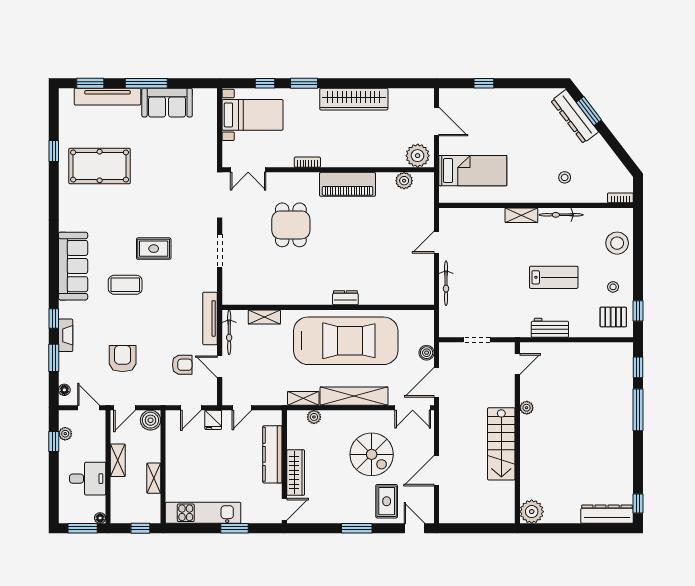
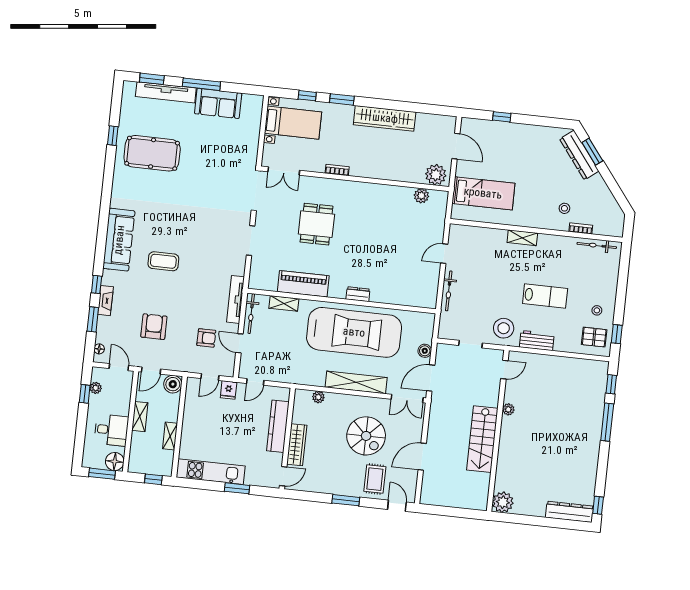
piano: (347, 184) -> (303, 284), moved, turned 180
bookcase: (620, 198) -> (581, 229), moved
bicycle: (561, 215) -> (597, 245), moved
stool: (617, 243) -> (504, 328), moved
rug: (154, 249) -> (192, 232), removed
shelving: (303, 398) -> (311, 379), removed
floor lamp: (100, 518) -> (115, 461), width x1.89, depth x1.89

